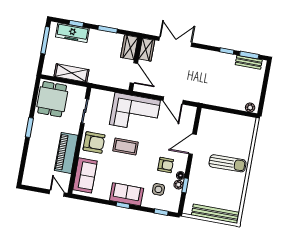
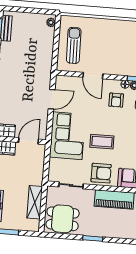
armchair: (94, 142) -> (101, 173), turned 90
coffee table: (125, 146) -> (102, 142), turned 90
sun lounger: (227, 163) -> (74, 45), moved
armchair: (166, 165) -> (116, 100), turned 180

